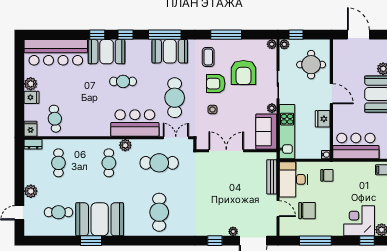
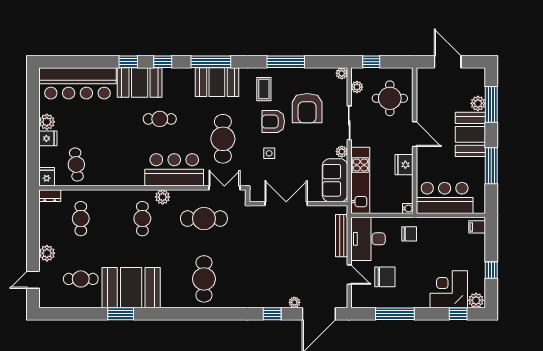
plant: (284, 44) -> (357, 87), moved

